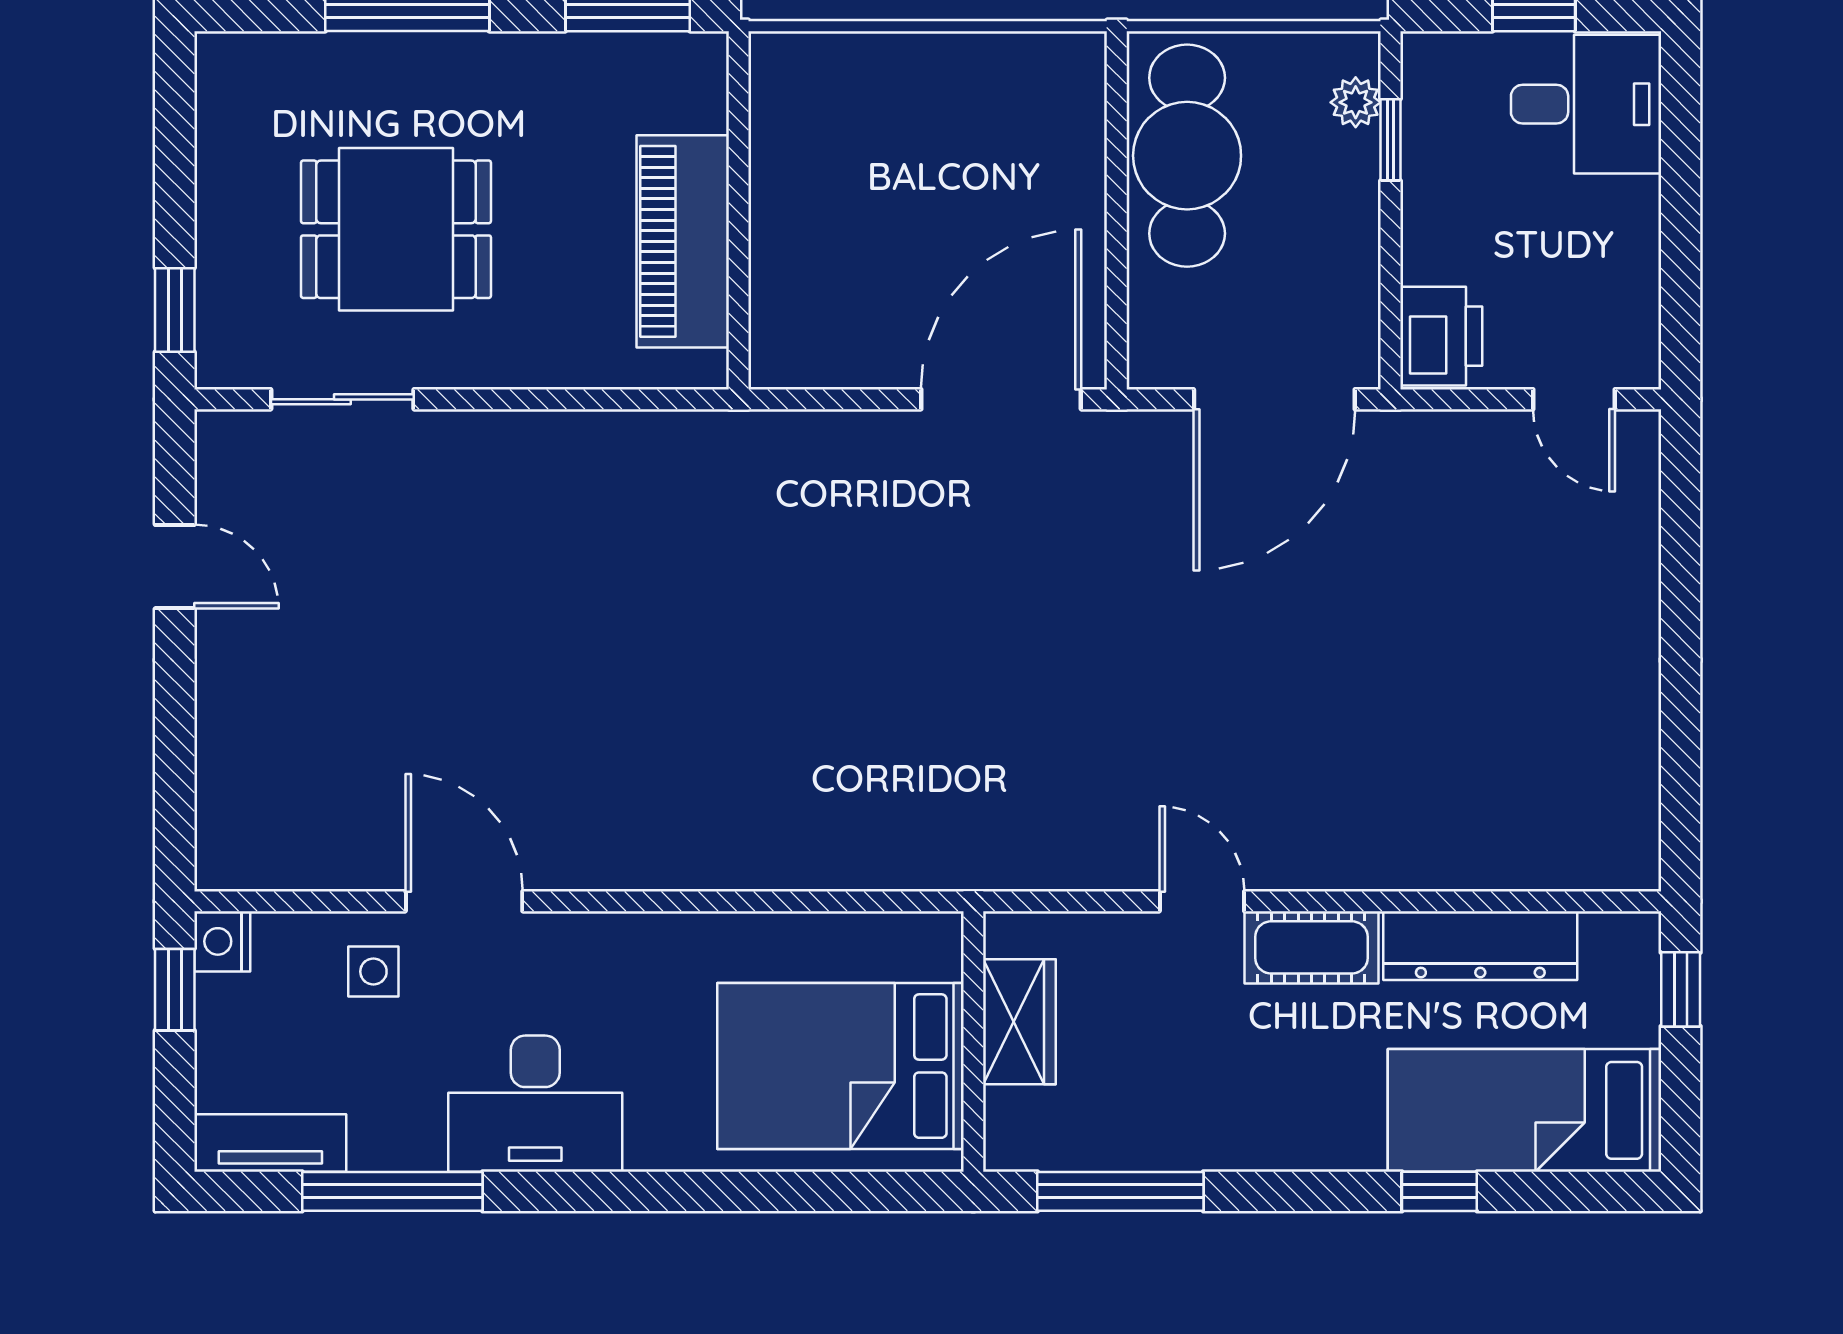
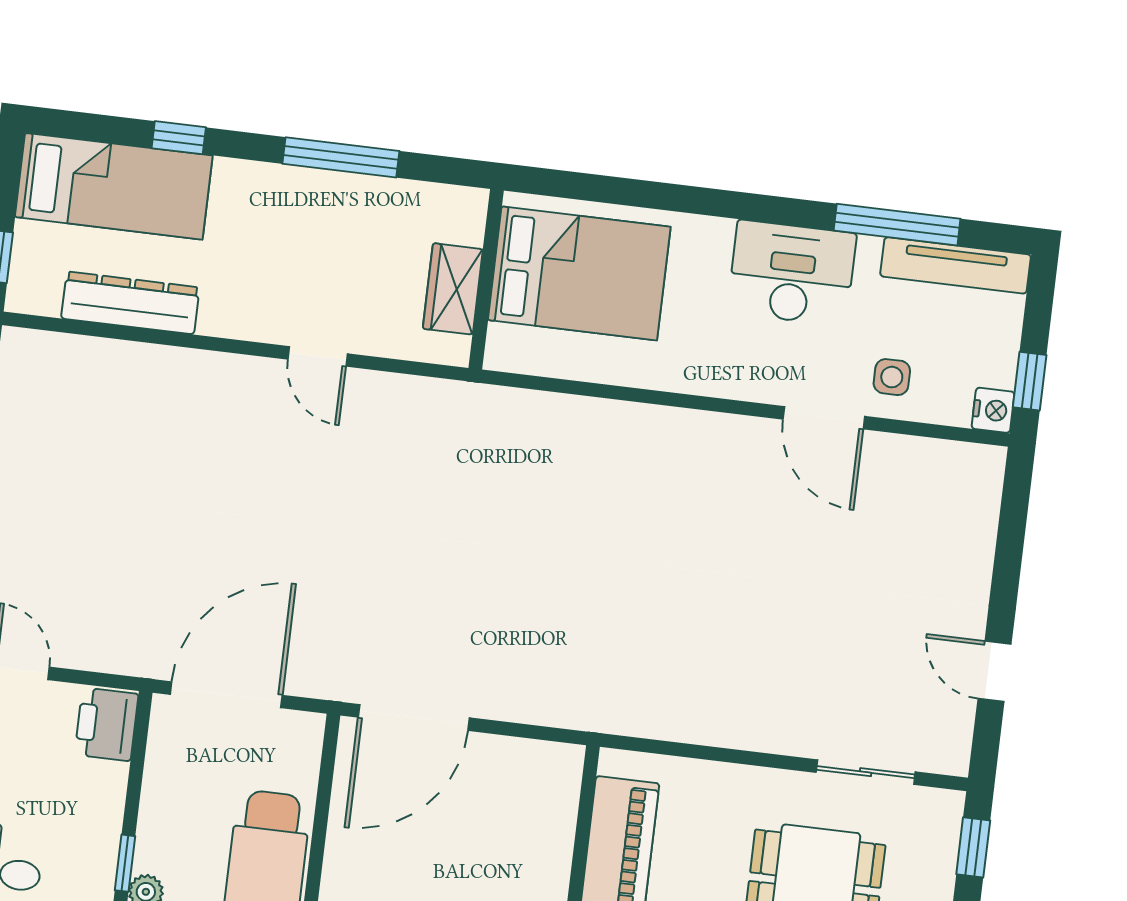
cot: (1311, 947) -> (246, 316), removed
tv unit: (270, 1143) -> (956, 265), width x1.41
window: (1120, 1191) -> (341, 157), moved

